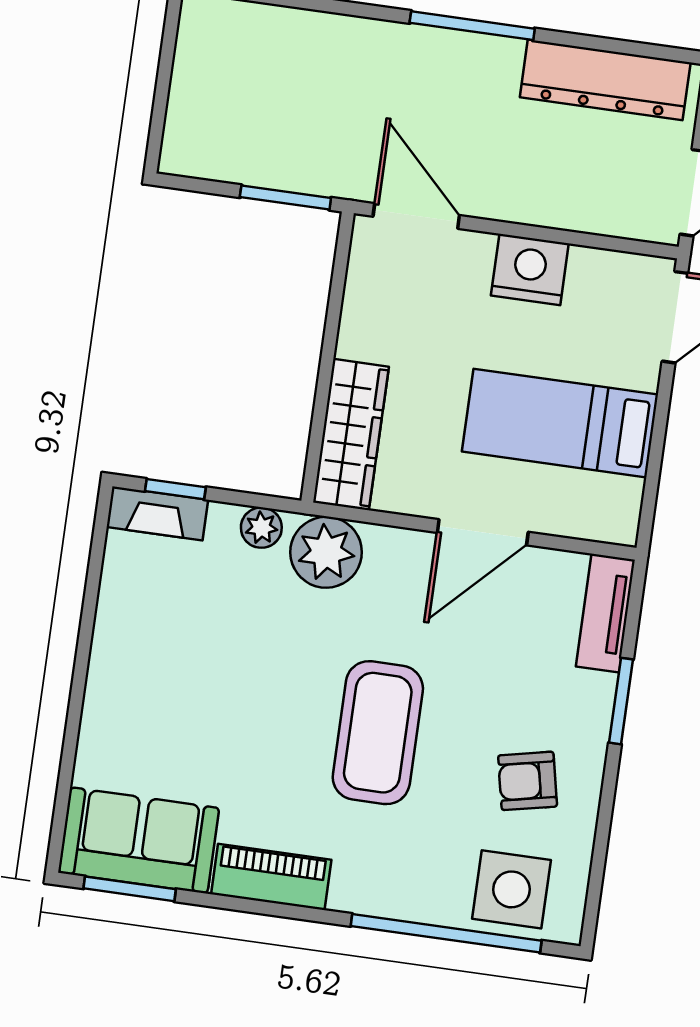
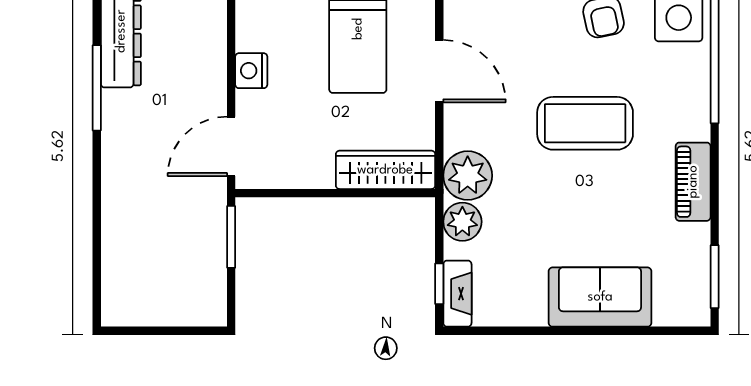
window: (472, 26) -> (97, 88), moved
nightstand: (530, 269) -> (251, 71), width x0.74, depth x0.75
plant: (261, 528) -> (462, 222), width x1.38, depth x1.38
sofa: (139, 840) -> (600, 297), moved, turned 90

